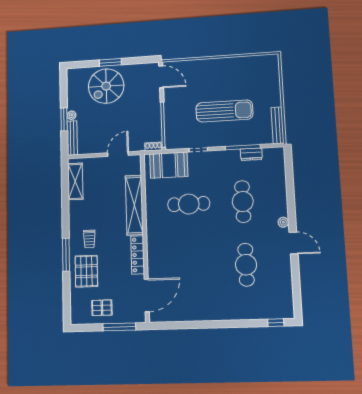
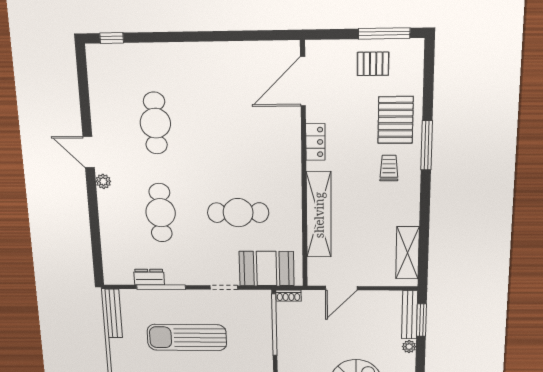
window: (64, 119) -> (421, 320), moved
locker: (138, 255) -> (315, 142), width x0.66
window: (119, 327) -> (384, 33), moved

